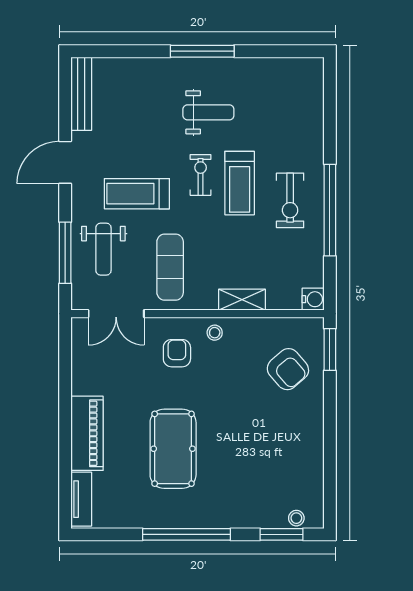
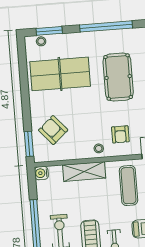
shelving: (242, 300) -> (84, 172), width x1.50, depth x1.33
table tennis table: (269, 461) -> (60, 74), added

